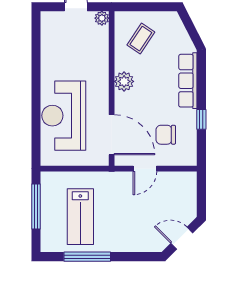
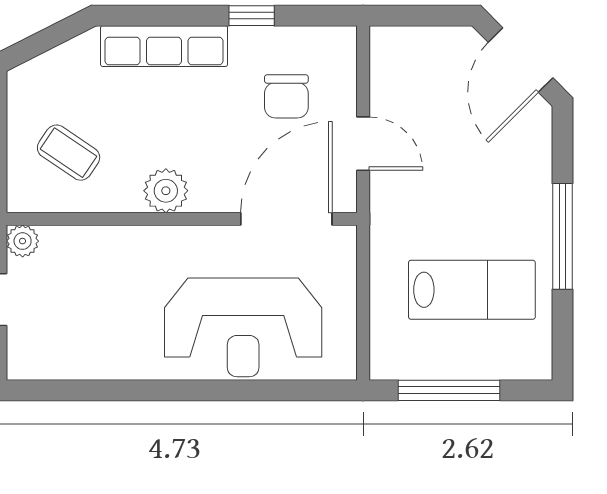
door: (182, 238) -> (521, 60), width x1.38
window: (87, 257) -> (562, 236), moved

